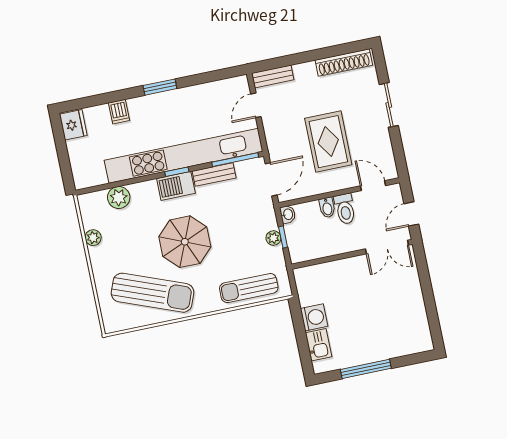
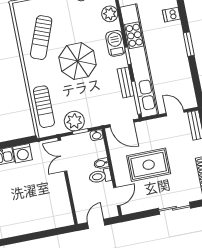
barbecue: (176, 186) -> (115, 43), moved
door: (411, 214) -> (96, 224), hinge flipped
plant: (273, 238) -> (74, 121), width x1.87, depth x1.87
double door: (387, 247) -> (63, 156), moved
sun lounger: (249, 288) -> (44, 107), turned 180
sun lounger: (153, 293) -> (41, 38), width x0.73, depth x0.75

